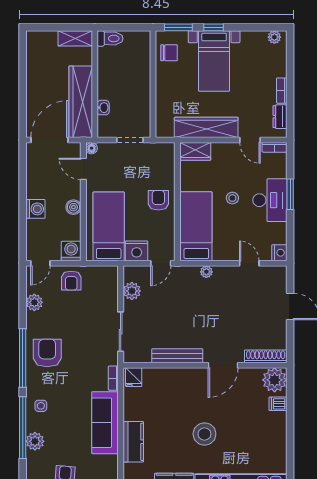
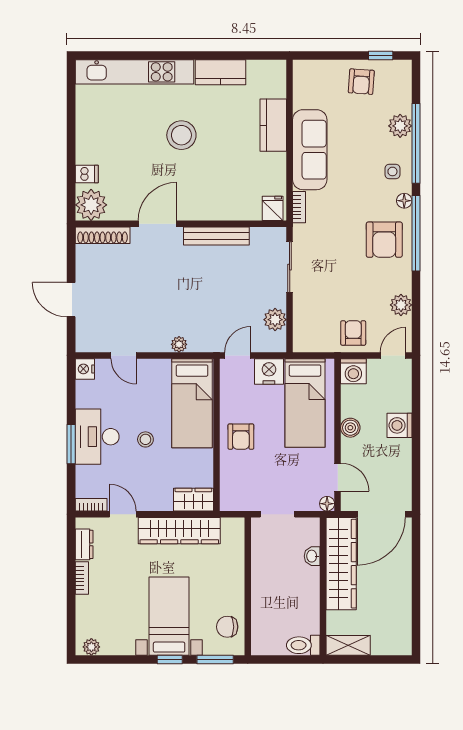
floor lamp: (32, 383) -> (404, 201), added

